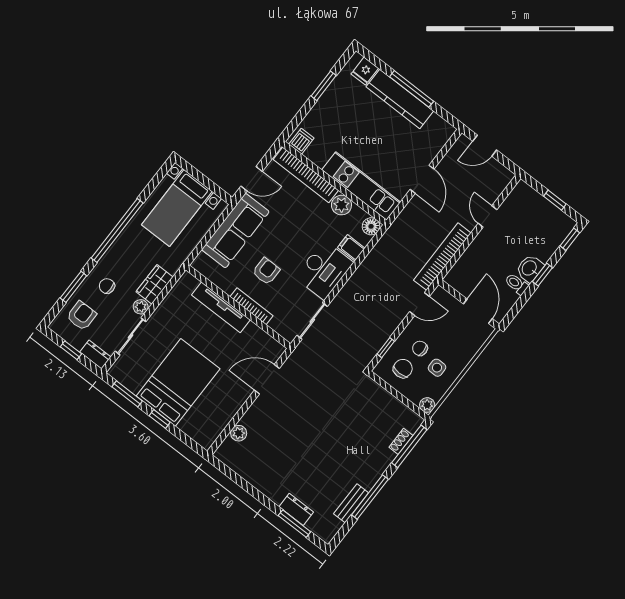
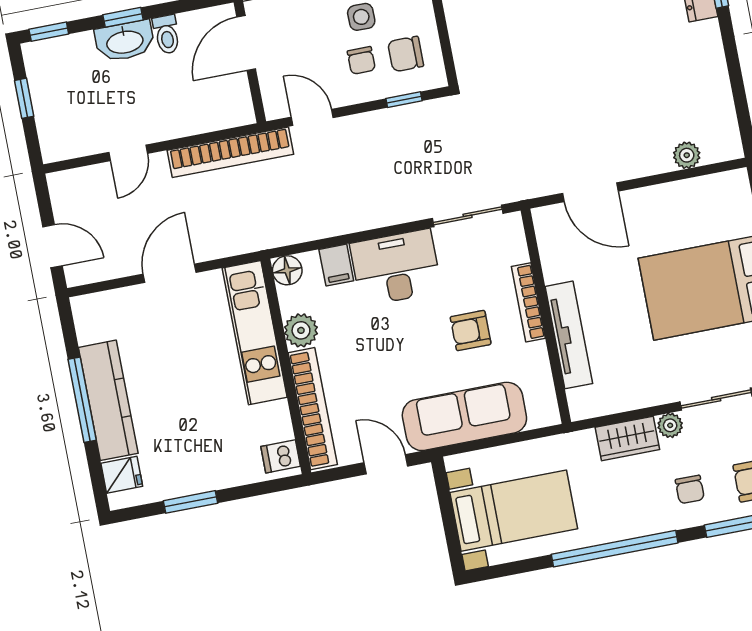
washbasin: (530, 268) -> (125, 41), width x1.38

